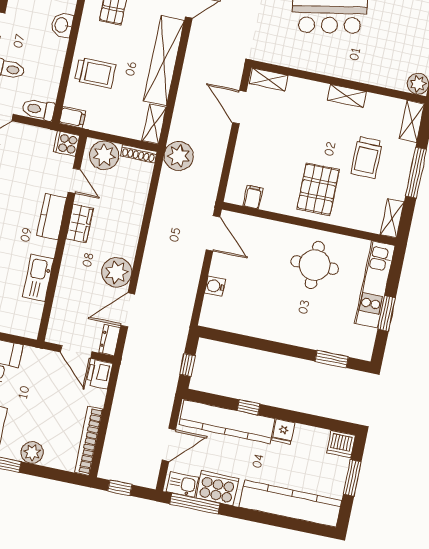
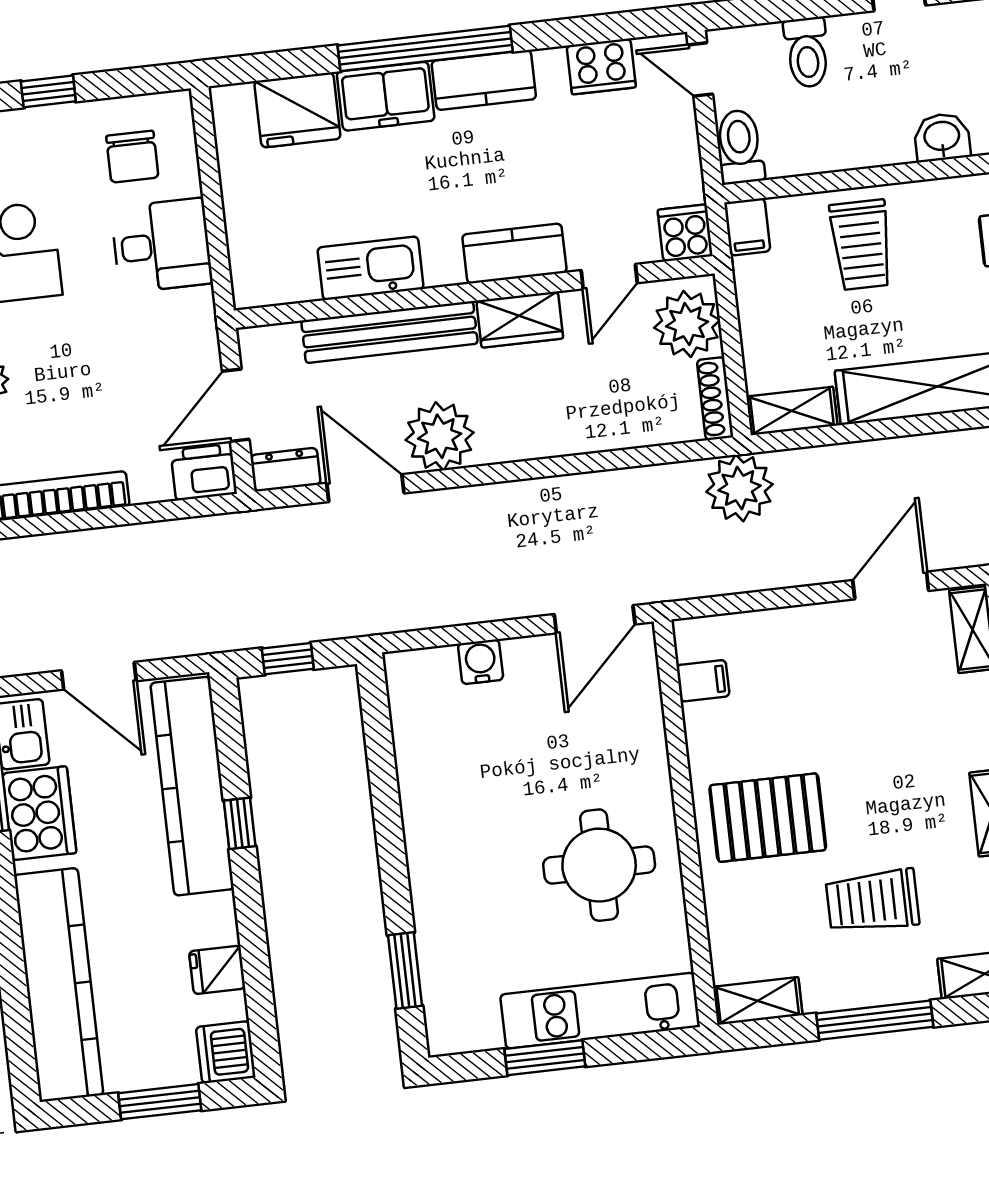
bench: (67, 279) -> (389, 332), added
fridge: (283, 432) -> (217, 970), moved

